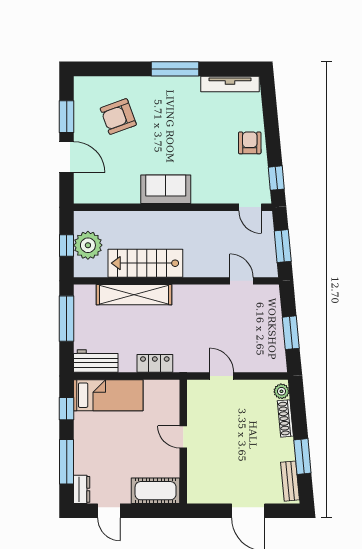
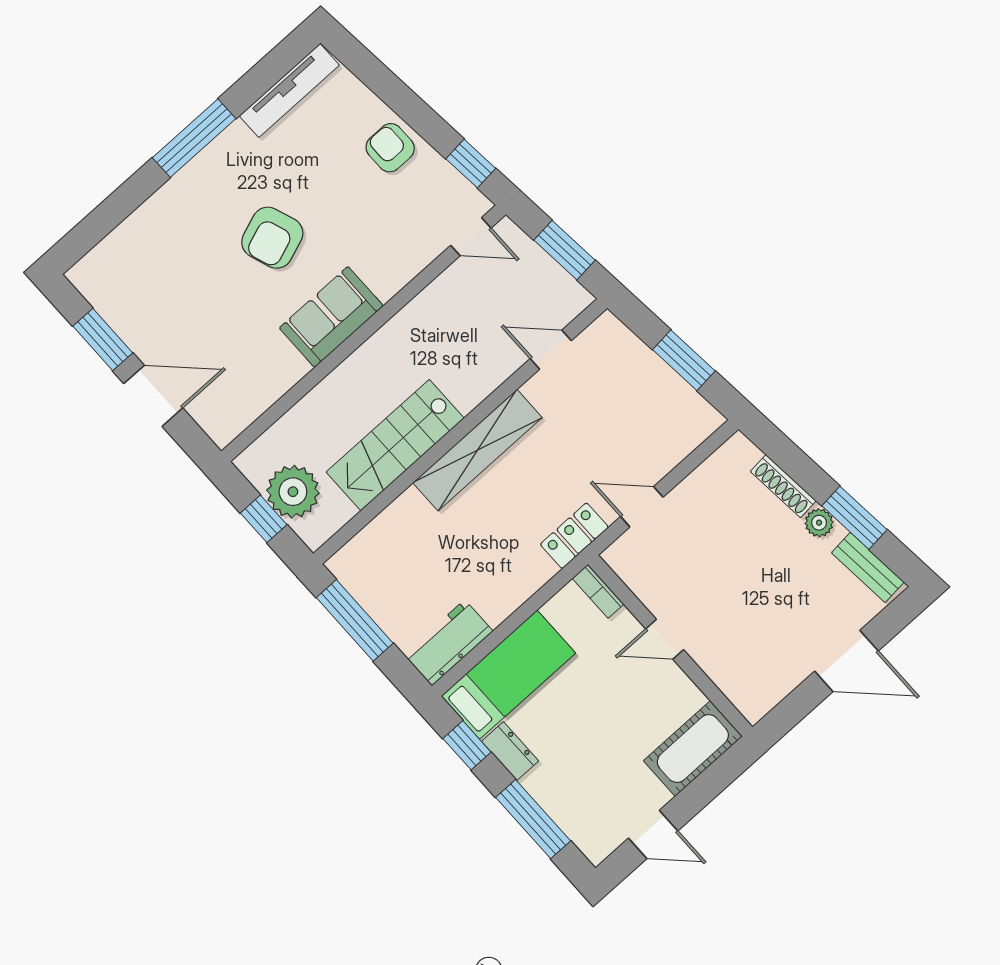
armchair: (118, 117) -> (272, 238), moved
shelving: (134, 295) -> (477, 450), moved
locker: (155, 363) -> (574, 536), moved
plant: (281, 391) -> (819, 523), moved
bookcase: (174, 394) -> (598, 591), added
dresser: (82, 489) -> (510, 751), moved

